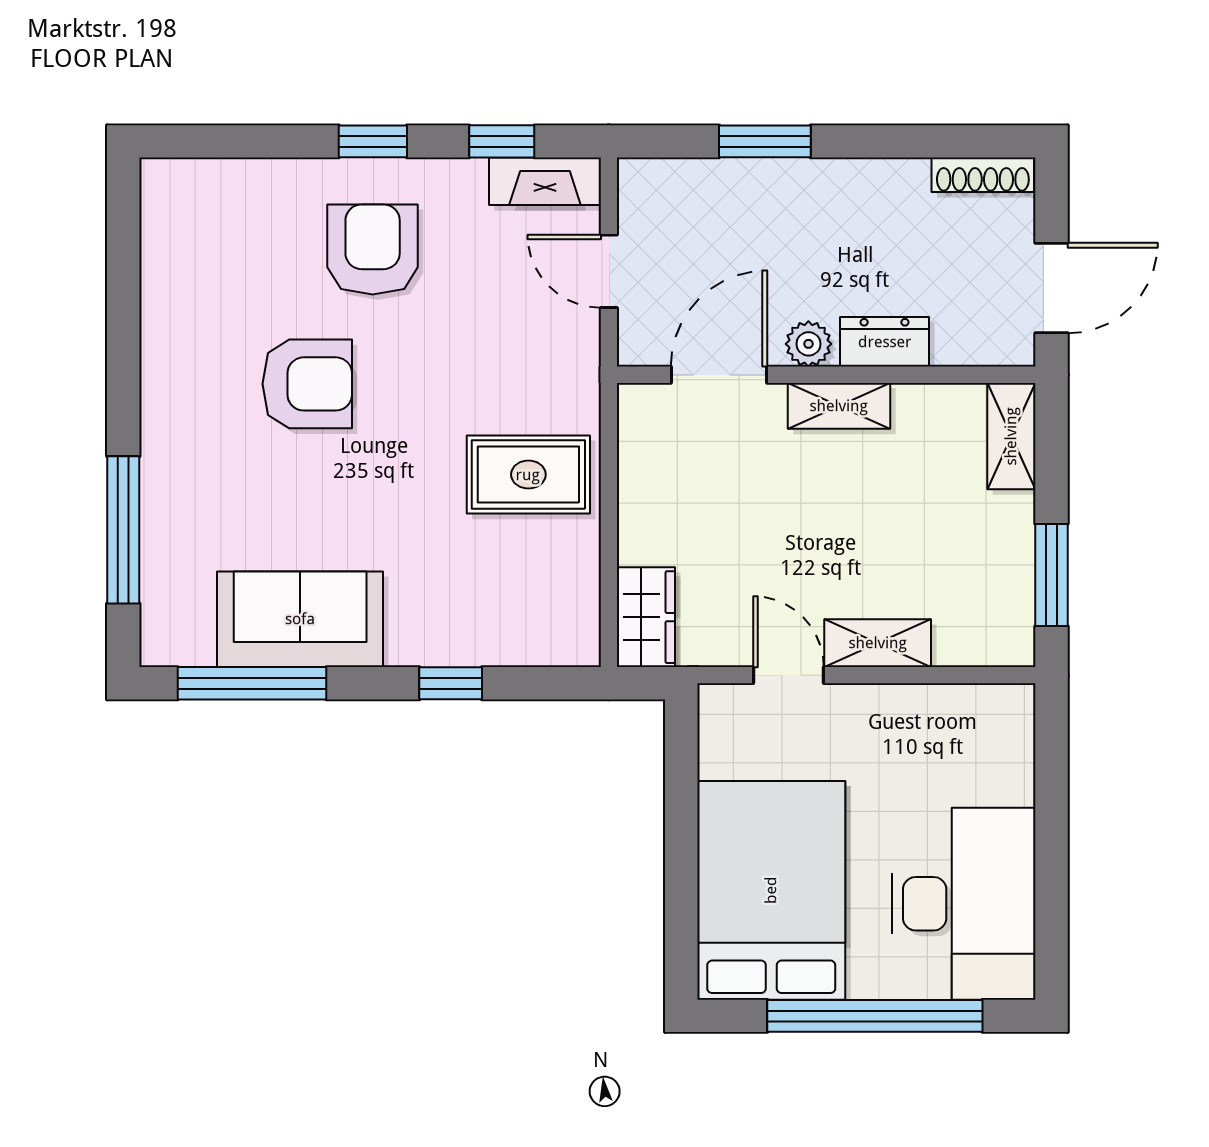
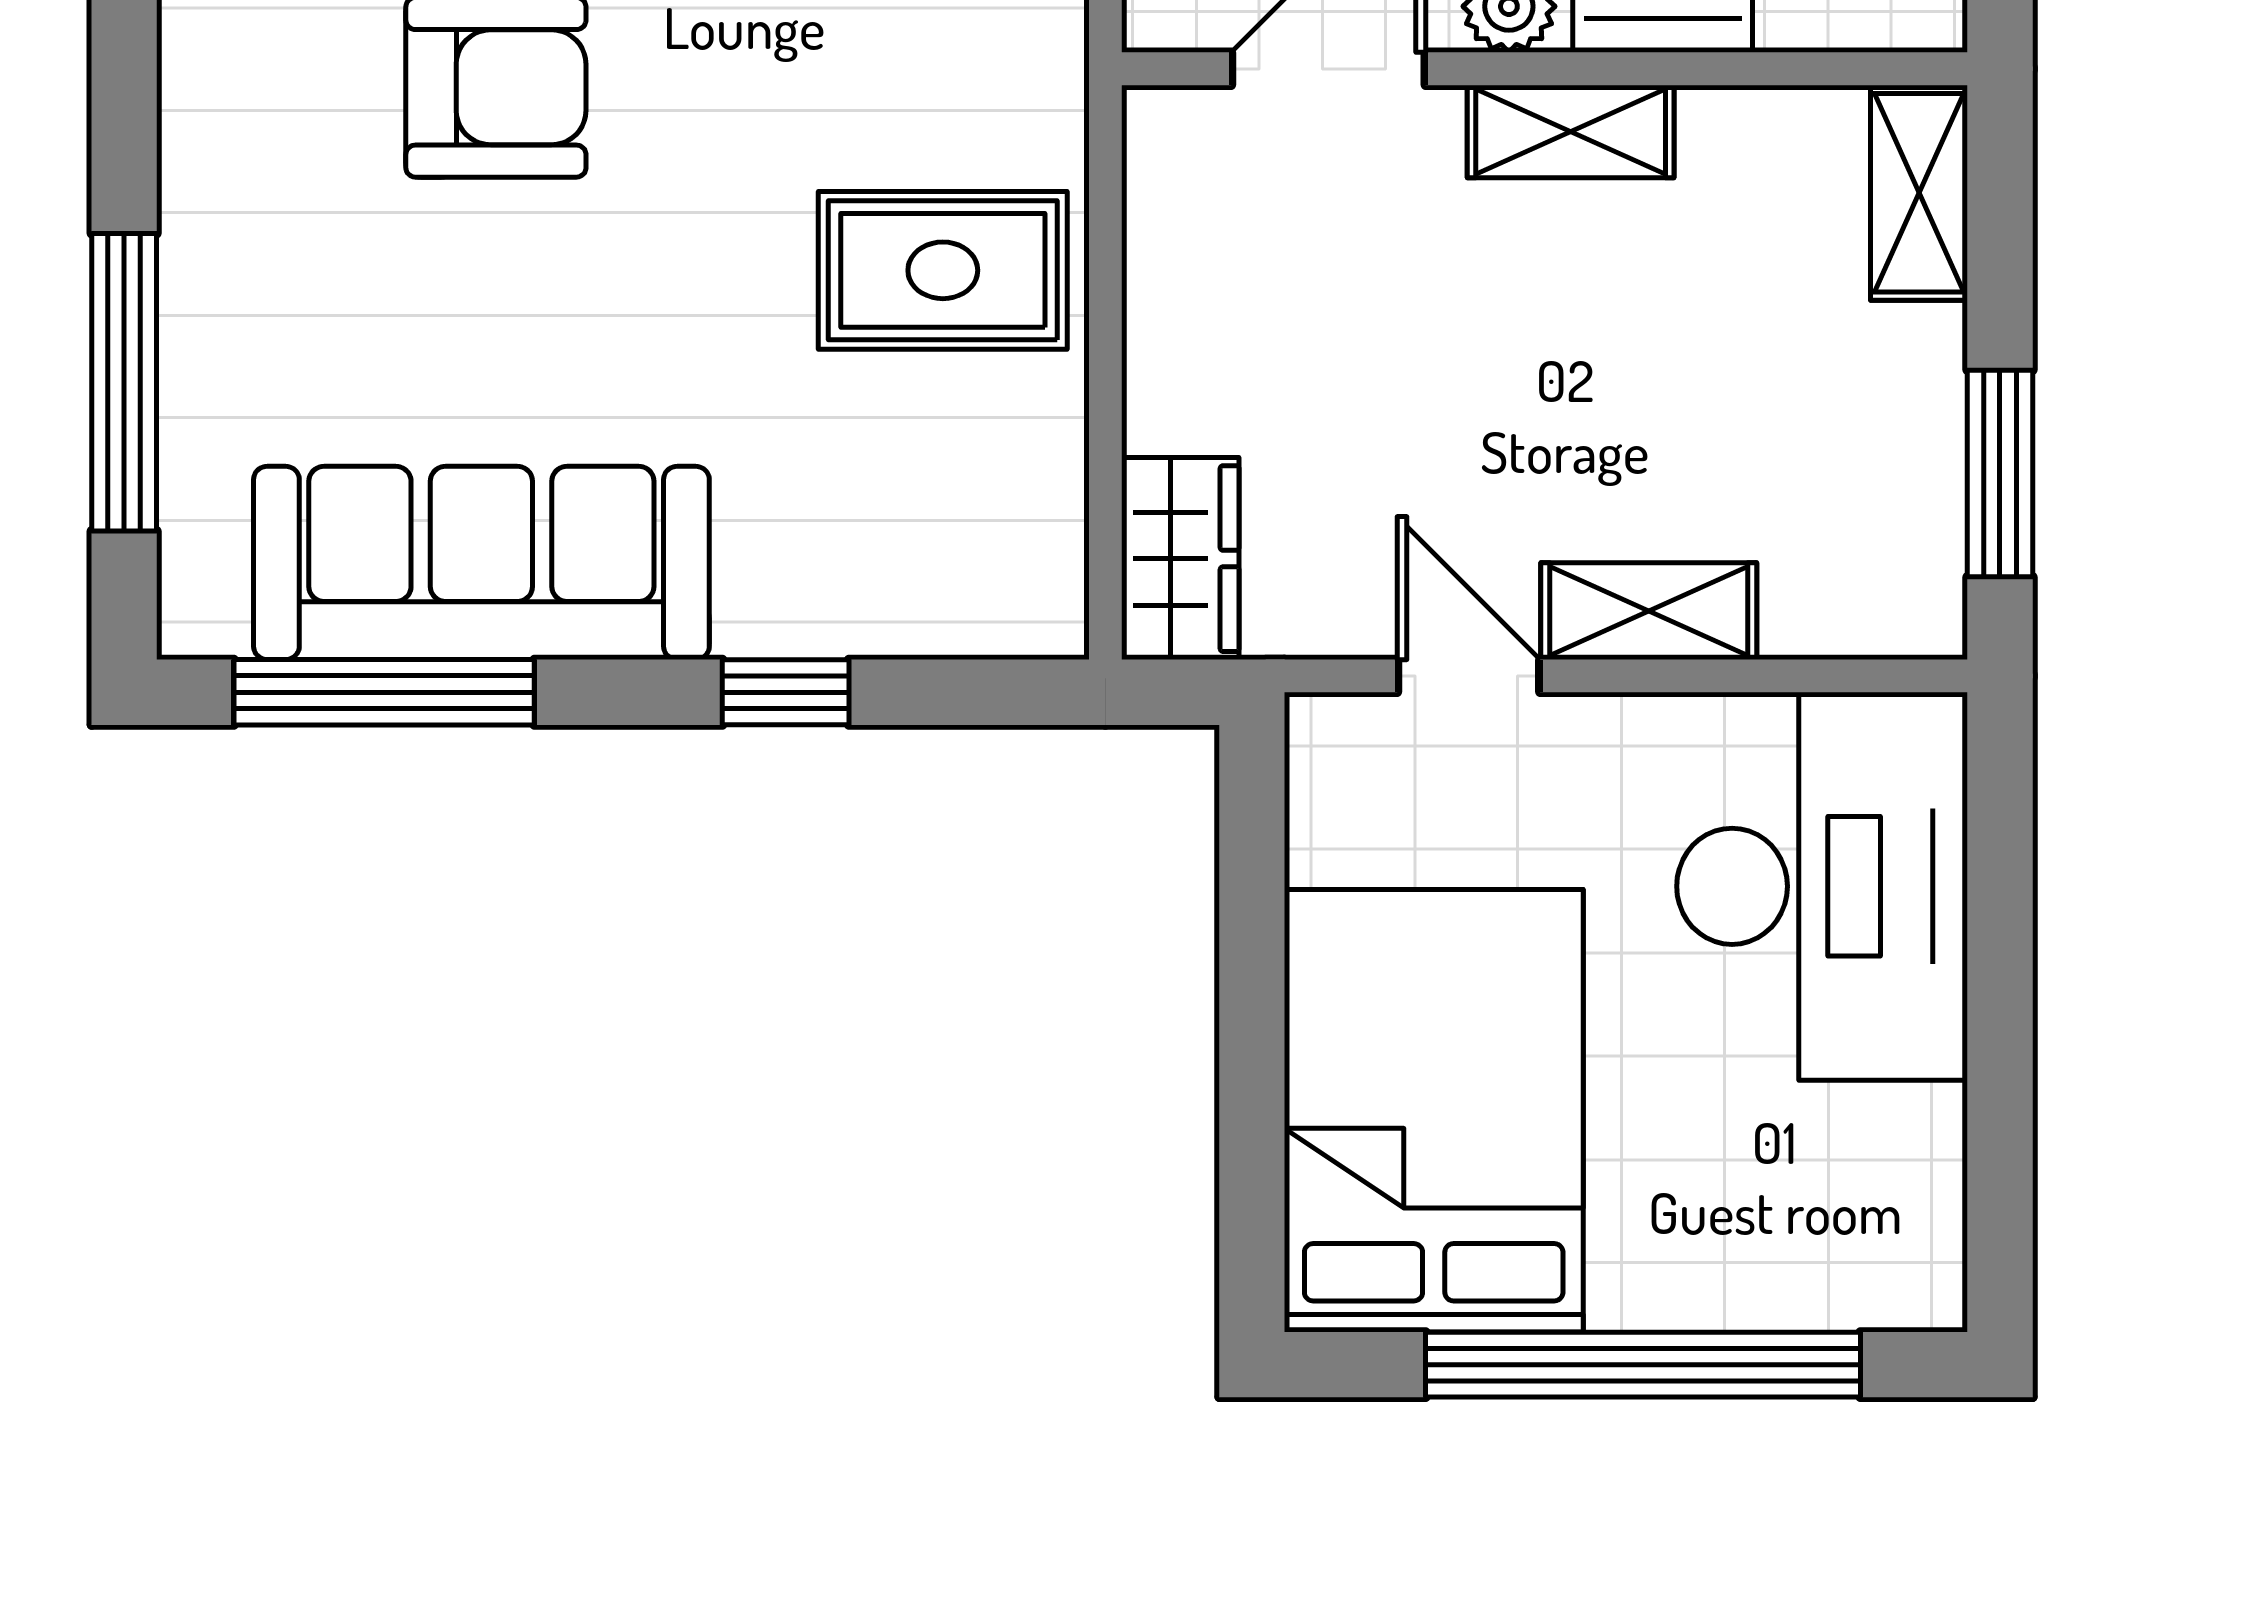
sofa: (300, 619) -> (481, 563), width x1.36
desk: (963, 904) -> (1822, 886), moved

